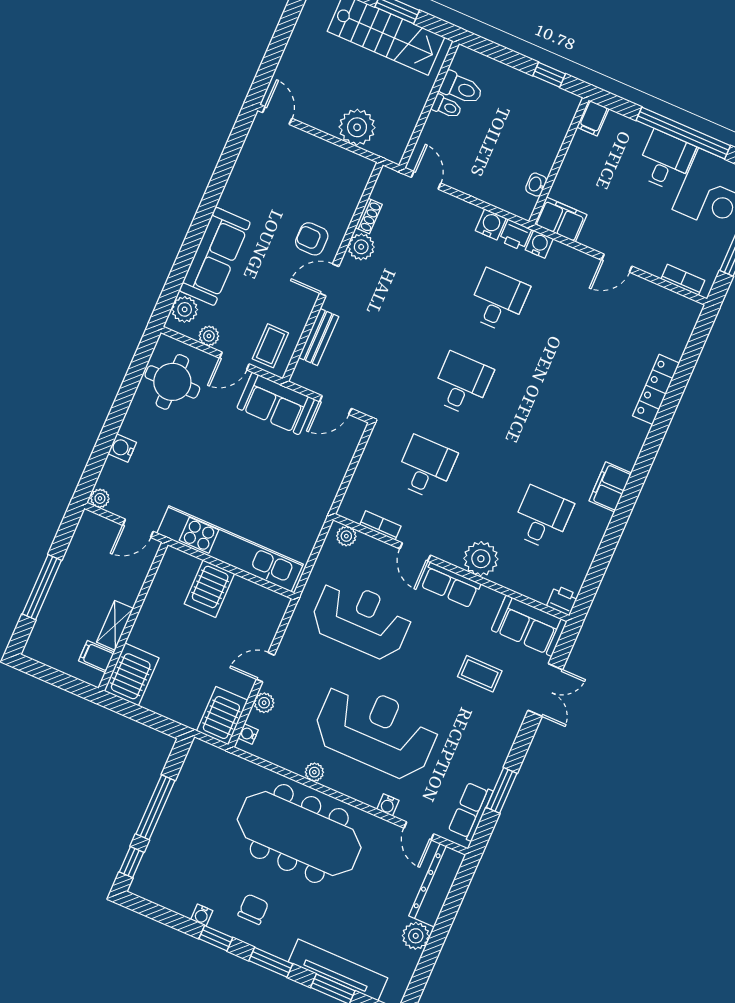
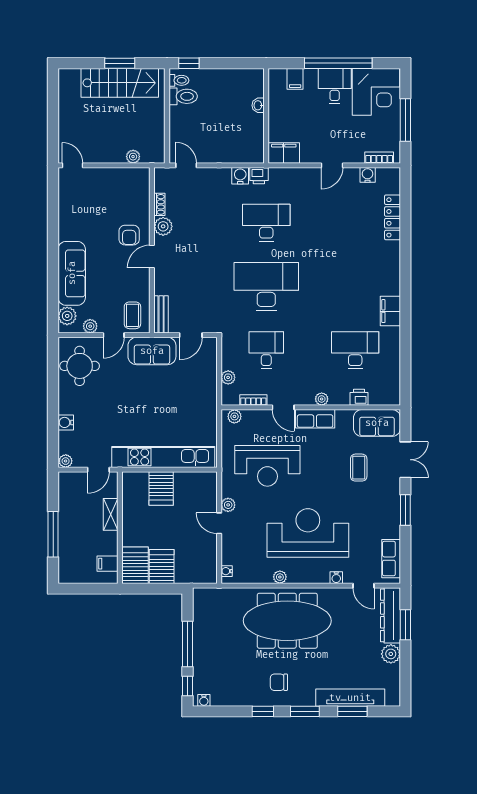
window: (549, 75) -> (189, 63), moved
toilet: (447, 107) -> (179, 80), moved
filing cabinet: (593, 118) -> (295, 79), moved
plant: (357, 127) -> (133, 157), width x0.53, depth x0.53
washbasin: (536, 185) -> (258, 105), moved
armchair: (312, 239) -> (129, 235), turned -90
water cooler: (539, 244) -> (368, 175), moved
desk: (498, 301) -> (266, 223), width x1.37
bench: (319, 337) -> (161, 314), moved
desk: (462, 384) -> (266, 286), width x1.87, depth x1.30
locker: (656, 389) -> (393, 217), moved
plant: (360, 481) -> (228, 377), added
desk: (542, 518) -> (355, 350), width x1.37
plant: (481, 559) -> (322, 399), width x0.53, depth x0.53
printer: (563, 600) -> (359, 397), moved
reception desk: (361, 620) -> (267, 466), turned 180
shelving: (115, 625) -> (111, 514), moved
door: (265, 667) -> (219, 523), hinge flipped
coffee table: (480, 674) -> (359, 468), turned 90
plant: (264, 703) -> (228, 505), moved
server rack: (222, 716) -> (162, 566), moved
window: (502, 790) -> (405, 510), moved
window: (451, 906) -> (405, 625), added
chair: (253, 909) -> (279, 682), turned -90
water cooler: (202, 915) -> (204, 700), moved

